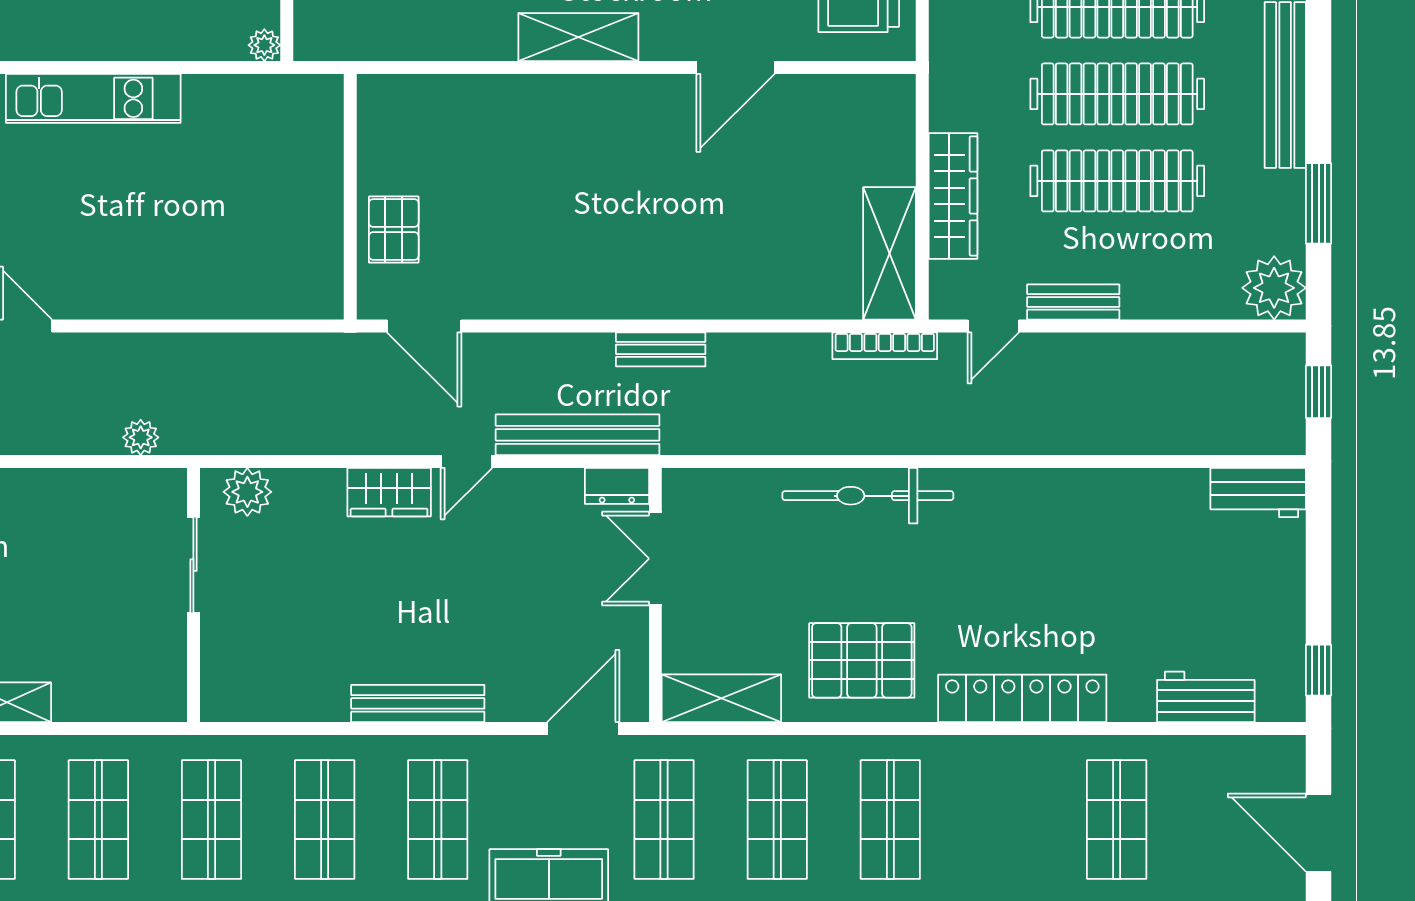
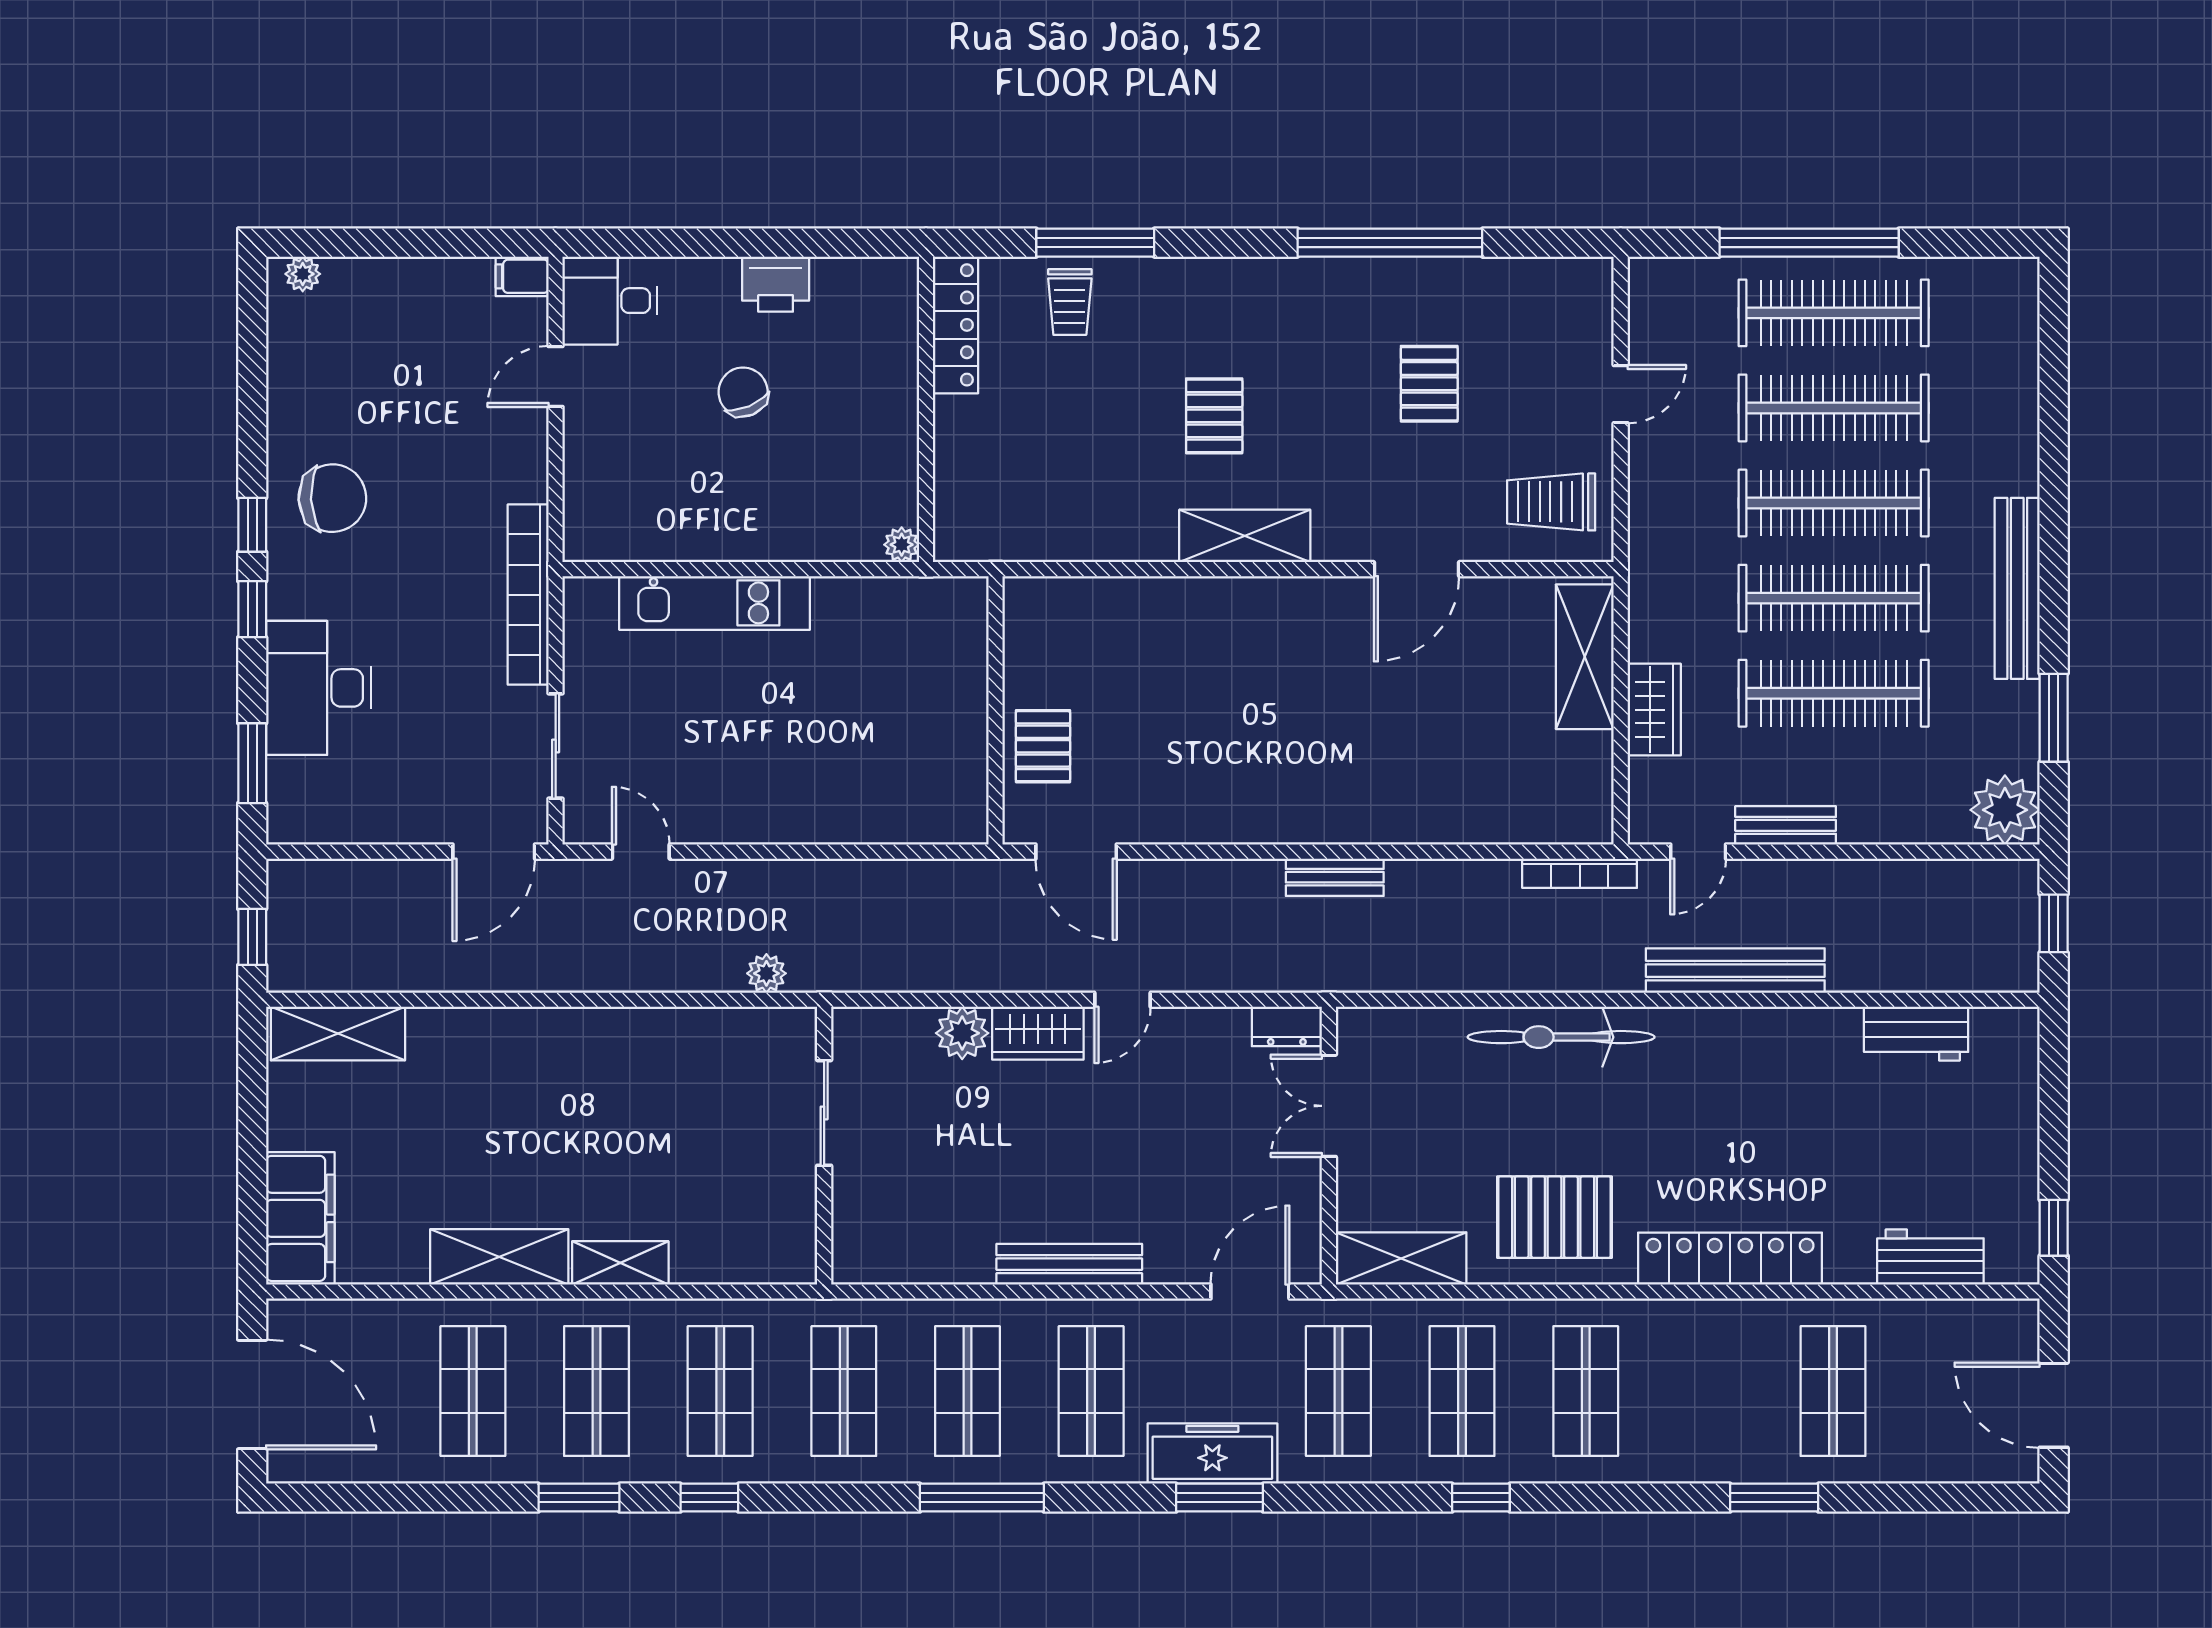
wardrobe: (953, 196) -> (1654, 710), width x0.67
shelving: (889, 253) -> (1585, 657), moved
bench: (578, 435) -> (1735, 971), moved
plant: (247, 492) -> (962, 1033), moved
workbench: (1258, 493) -> (1916, 1034), moved

